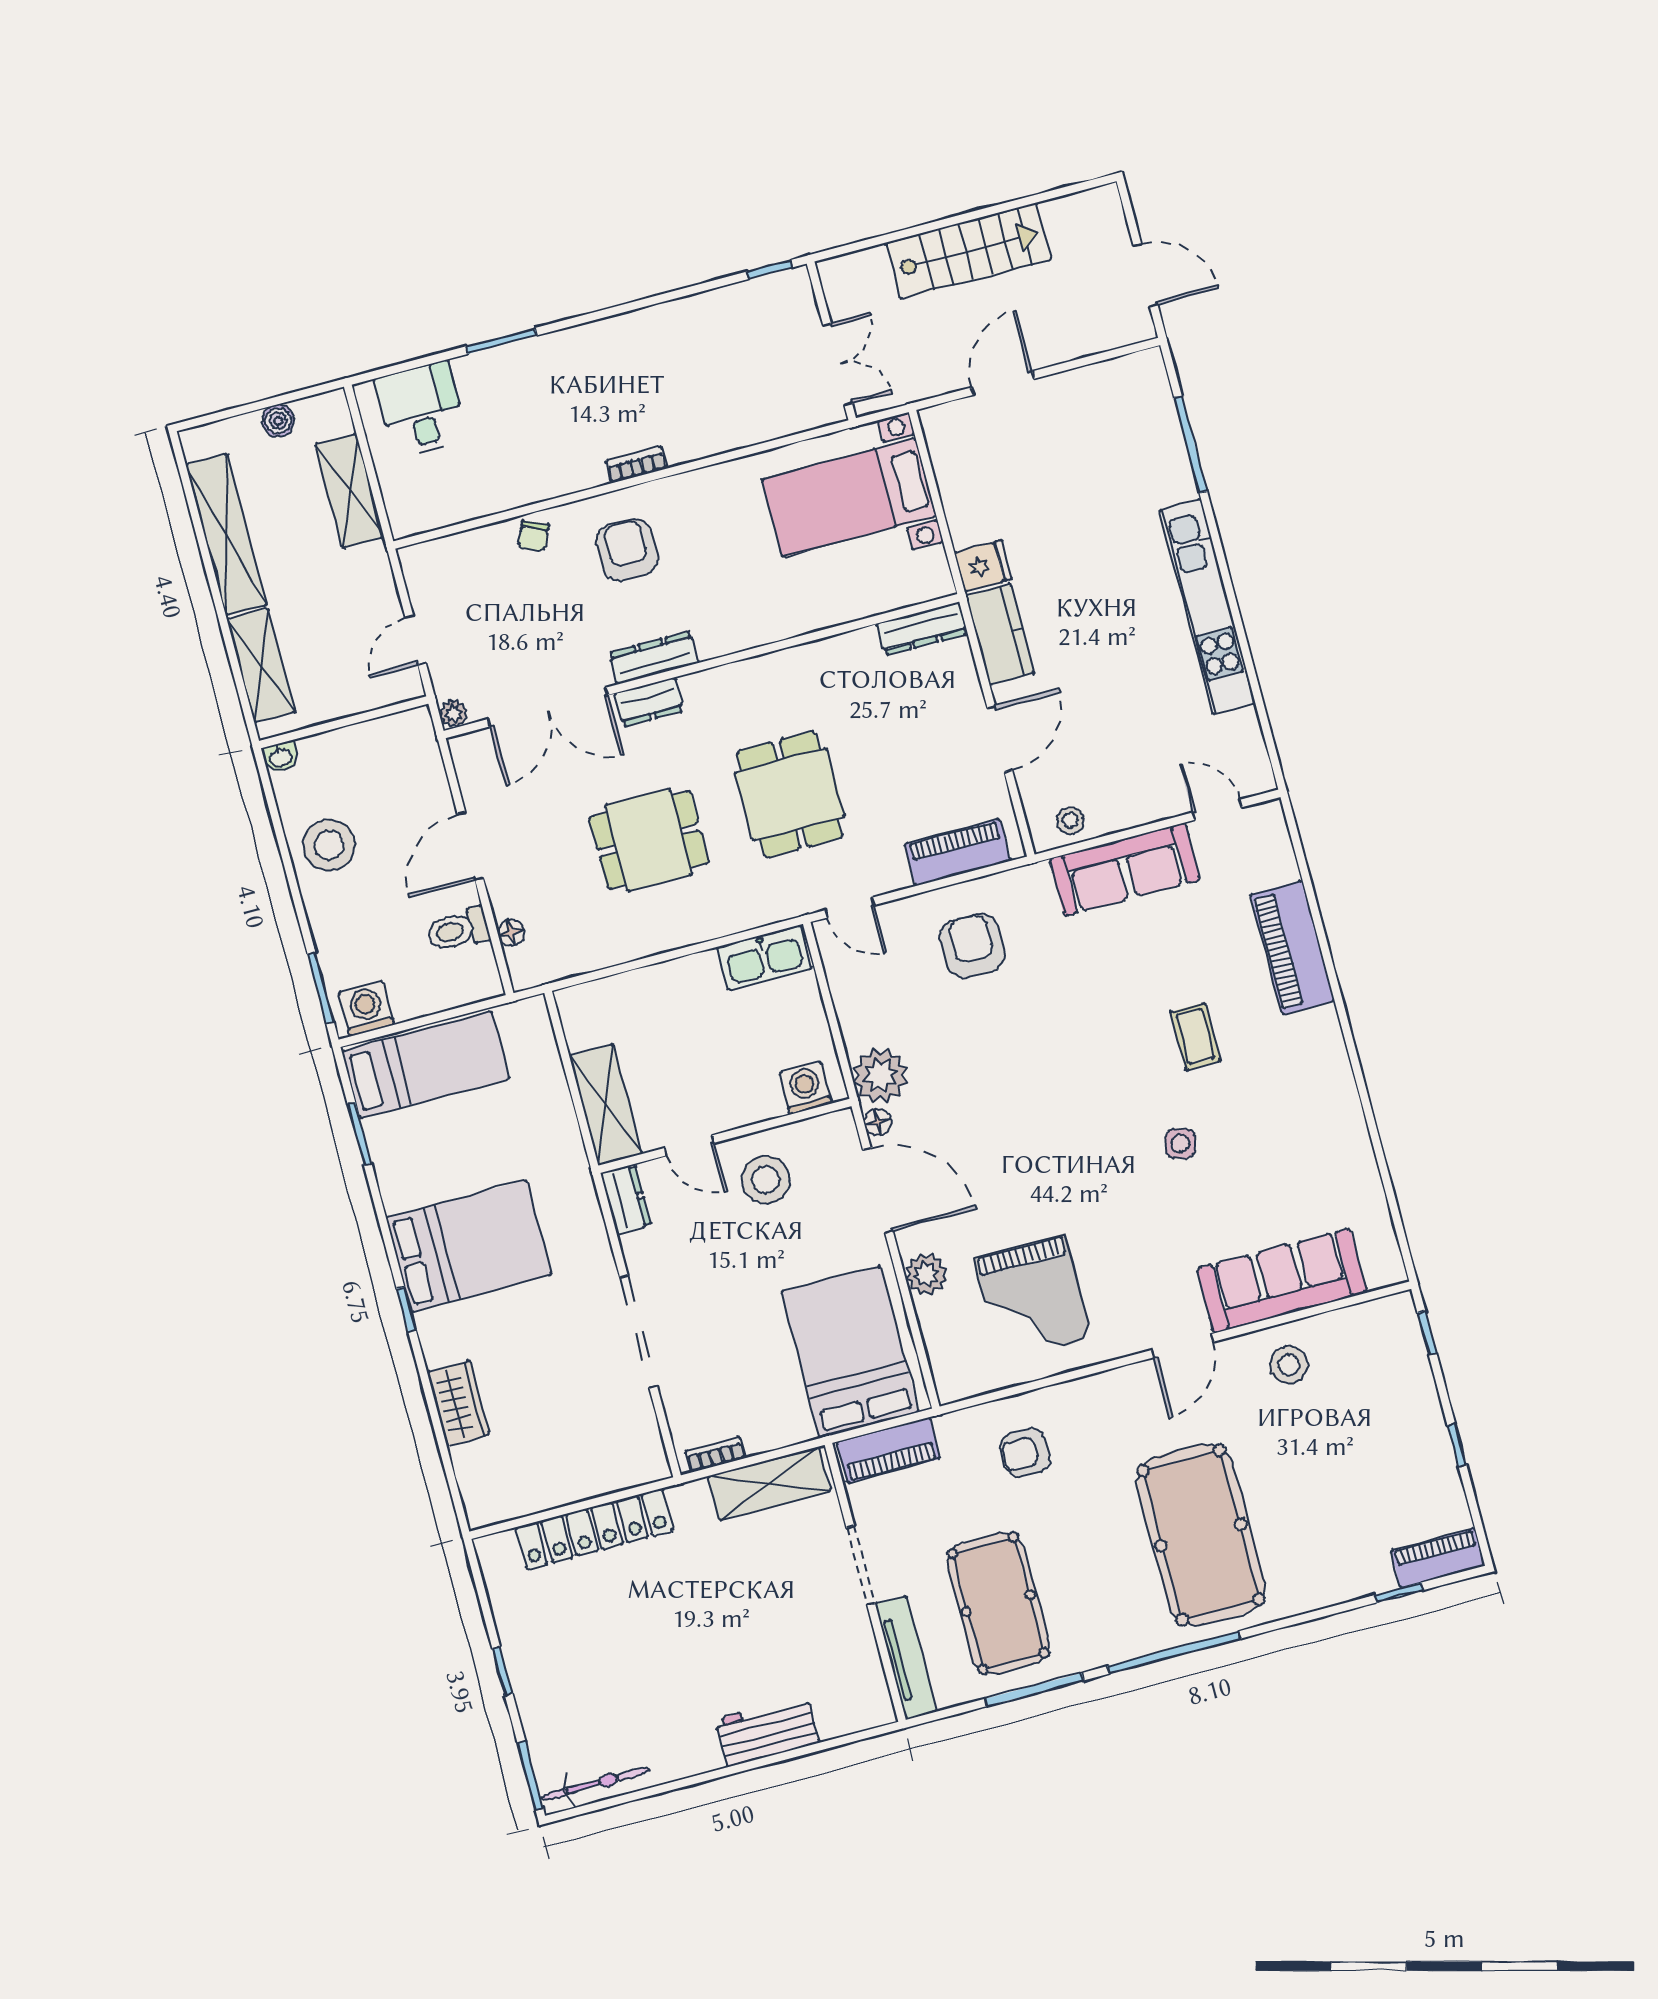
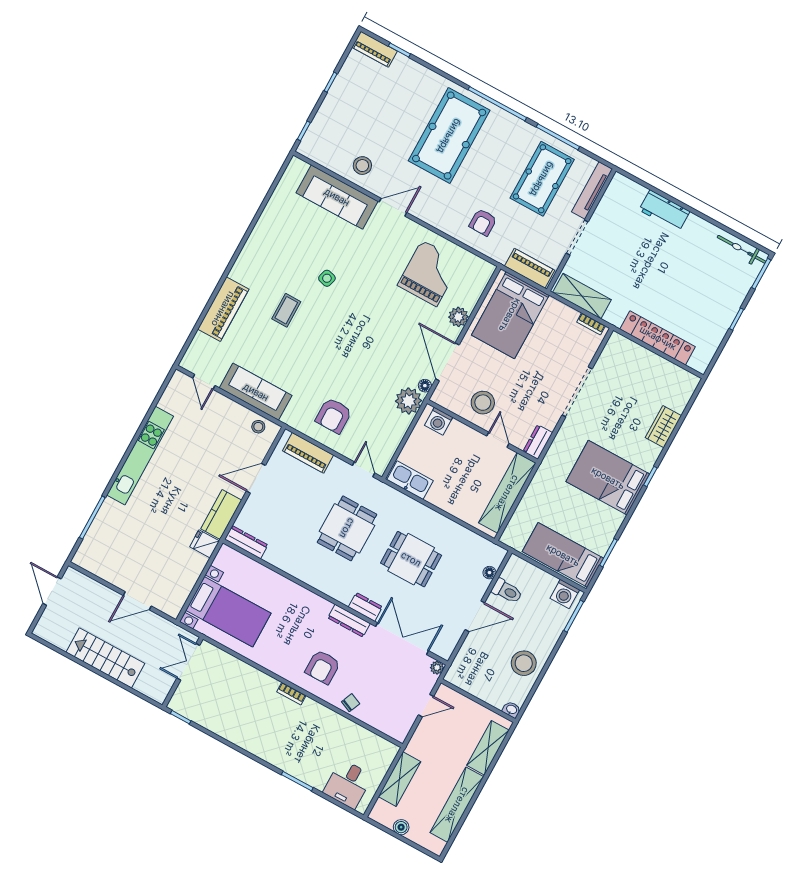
shelving: (606, 1105) -> (507, 493), width x1.47
armchair: (1025, 1453) -> (483, 222), turned 90

